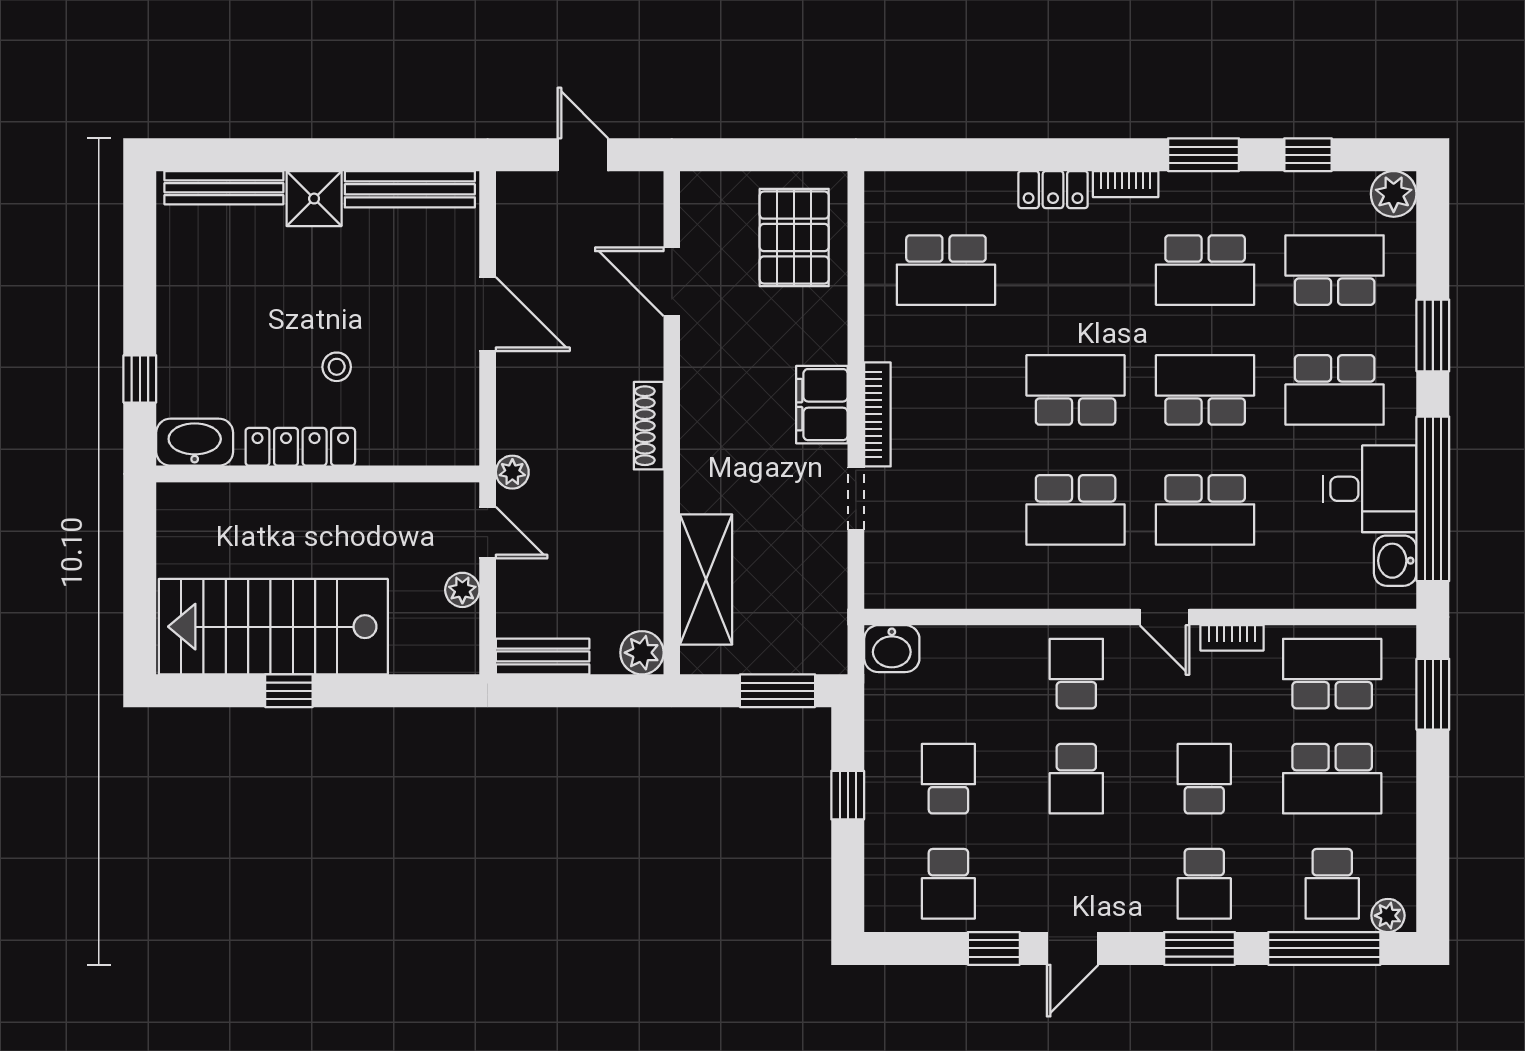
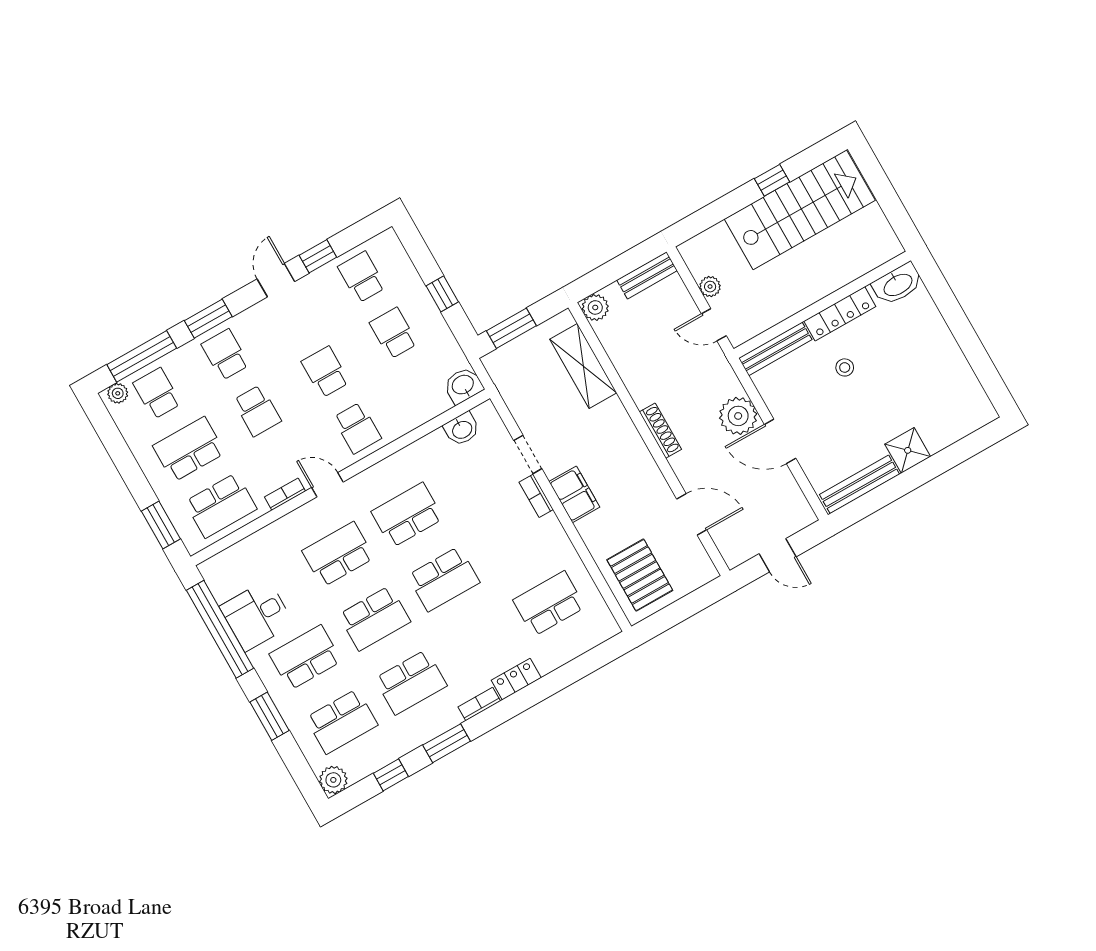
bench: (224, 188) -> (775, 349), moved
school desk: (1205, 270) -> (411, 682), turned 180
window: (140, 379) -> (946, 301), removed
bookcase: (877, 414) -> (536, 496), width x0.64
plant: (512, 472) -> (738, 416), moved, width x1.88, depth x1.88
washbasin: (1395, 561) -> (462, 429), moved, turned 90
school desk: (948, 779) -> (394, 333), turned 180

